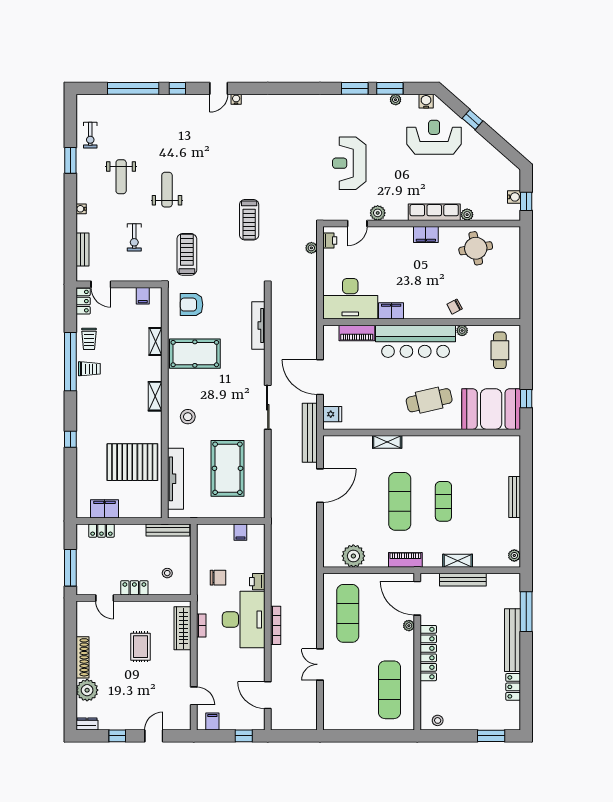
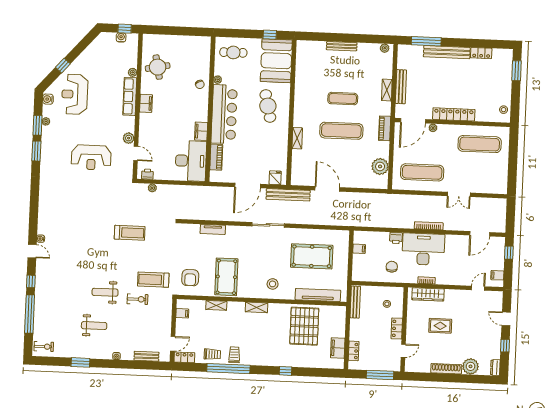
exercise bike: (90, 135) -> (44, 347), moved
exercise bike: (134, 237) -> (138, 299), moved
tv unit: (258, 326) -> (213, 229), width x0.71

